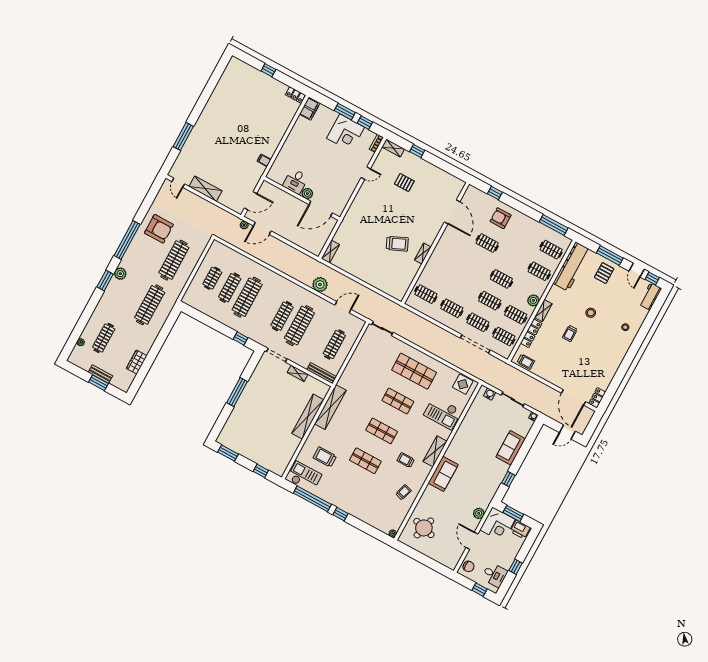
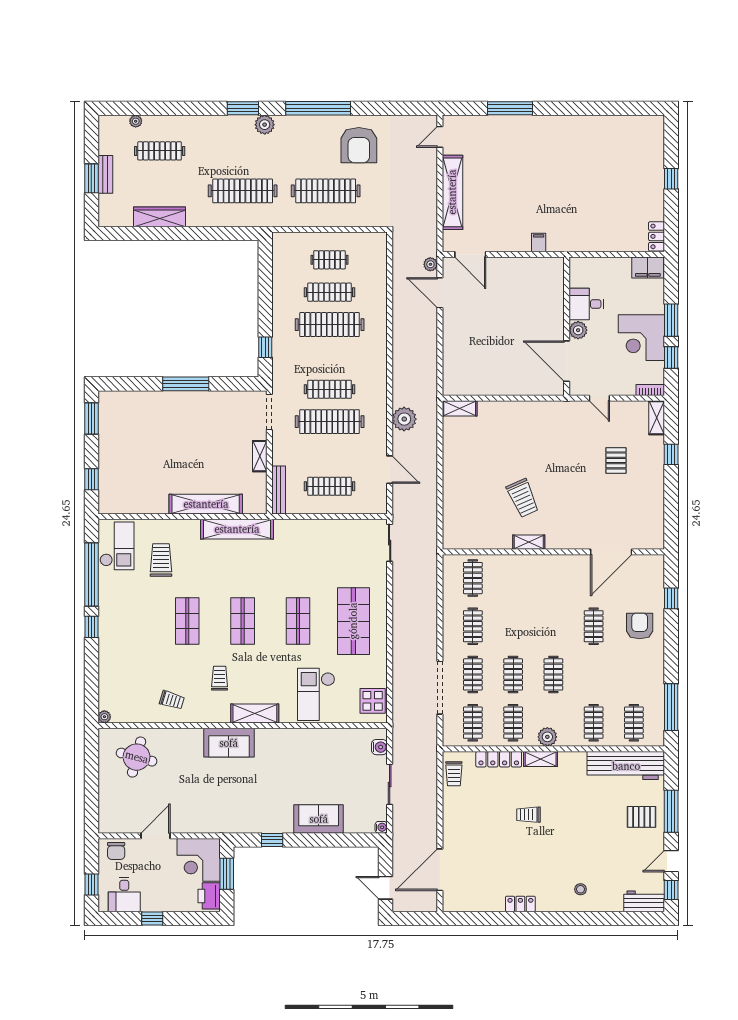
desk: (296, 181) -> (586, 304), moved
shelving: (205, 189) -> (452, 192), width x1.47
plant: (307, 194) -> (578, 330), moved
wall: (302, 199) -> (567, 326), moved
door: (321, 209) -> (567, 361), moved
stool: (591, 313) -> (574, 829), removed
wardrobe: (137, 362) -> (159, 217), width x1.50
locker: (597, 398) -> (520, 904), moved
plant: (479, 513) -> (200, 824), removed

